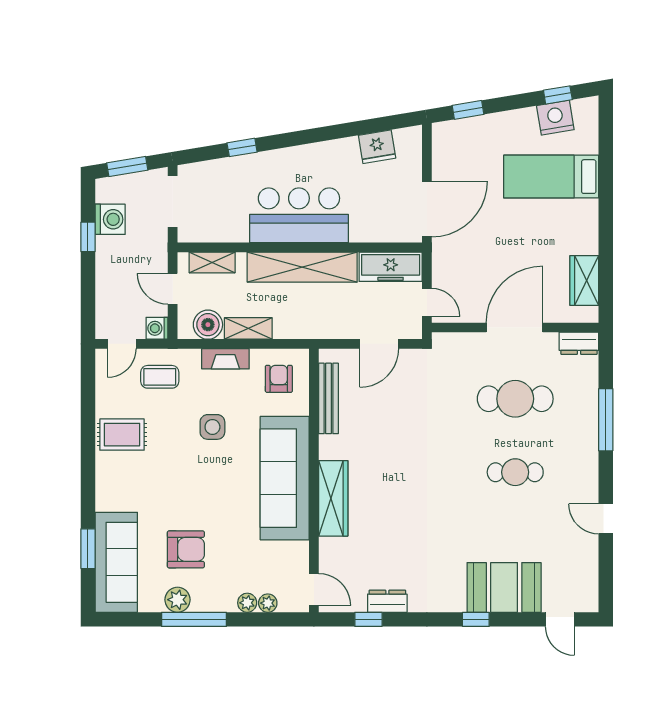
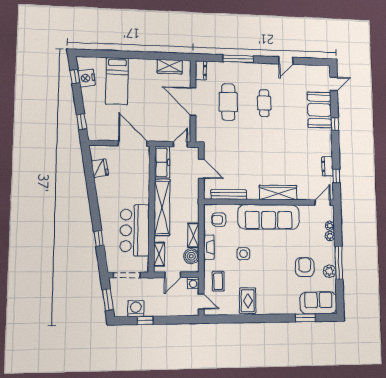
bar counter: (299, 215) -> (135, 230), moved
sofa: (116, 562) -> (318, 303), width x0.73

